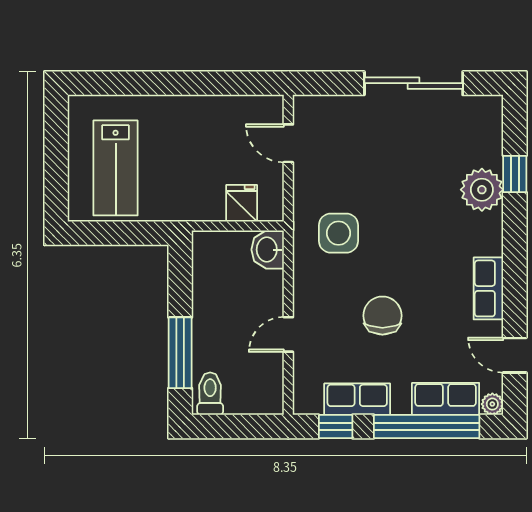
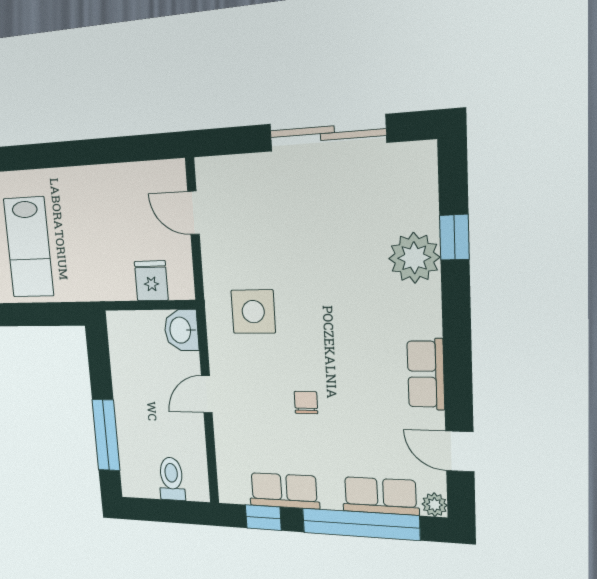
chair: (382, 316) -> (306, 403), width x0.54, depth x0.54
door: (288, 334) -> (207, 394), moved
toilet: (210, 394) -> (172, 479), moved

